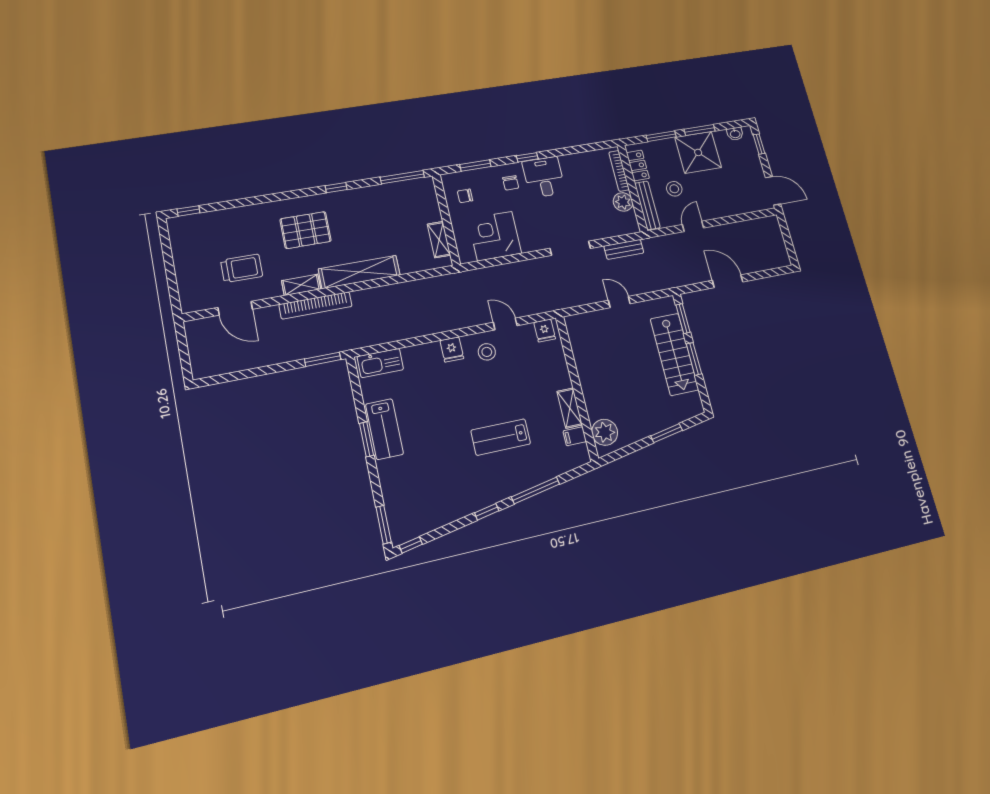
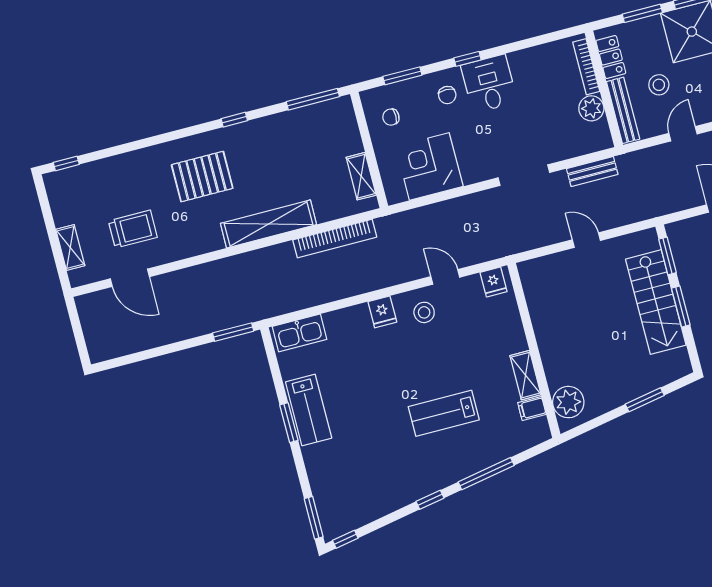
shelving: (301, 285) -> (70, 248), moved, turned 90
bookcase: (316, 305) -> (335, 239), moved

